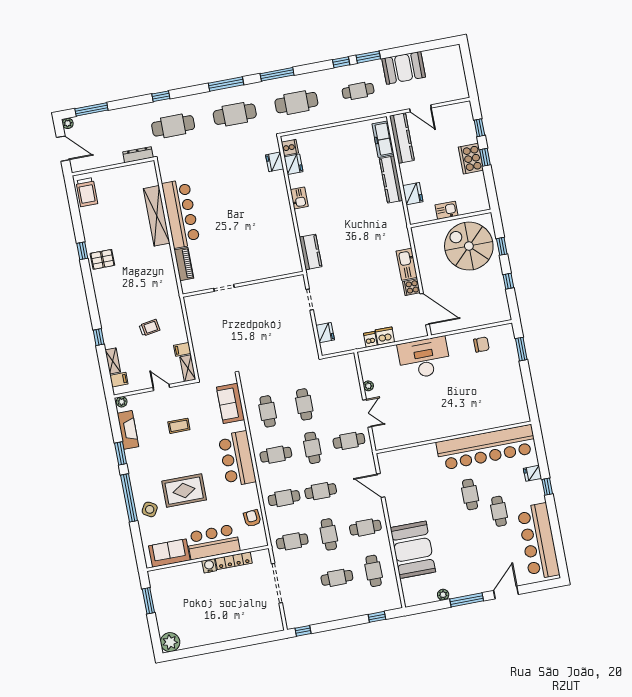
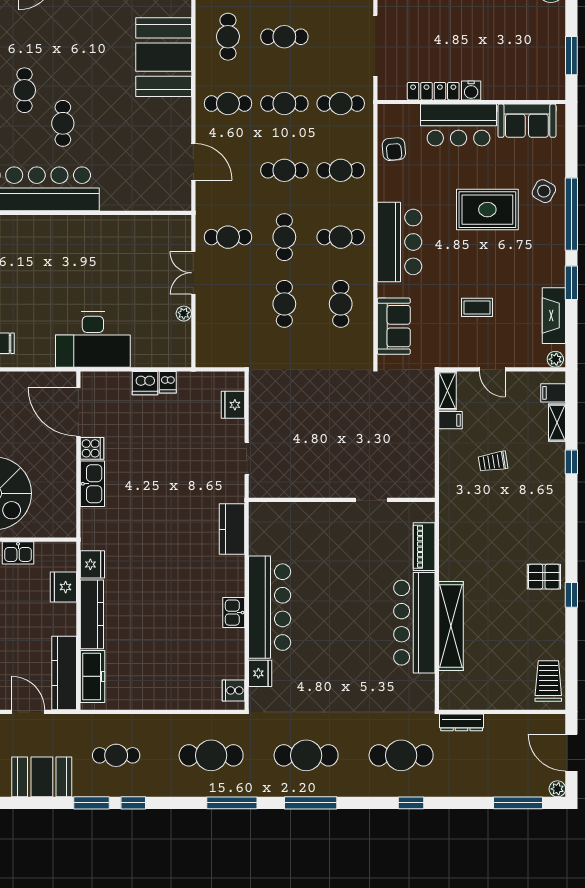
fridge: (293, 164) -> (92, 564), moved, turned 180
bar counter: (277, 206) -> (270, 607), added
cafe table: (329, 534) -> (284, 104), turned 90

